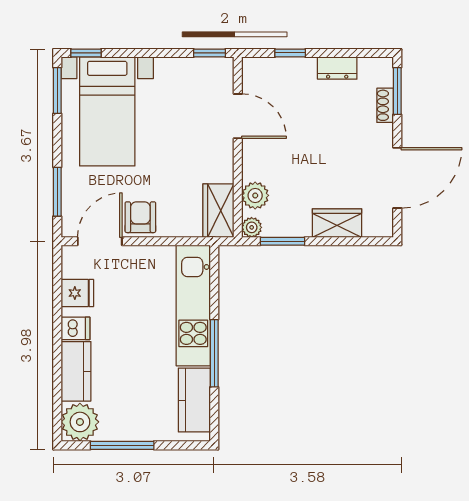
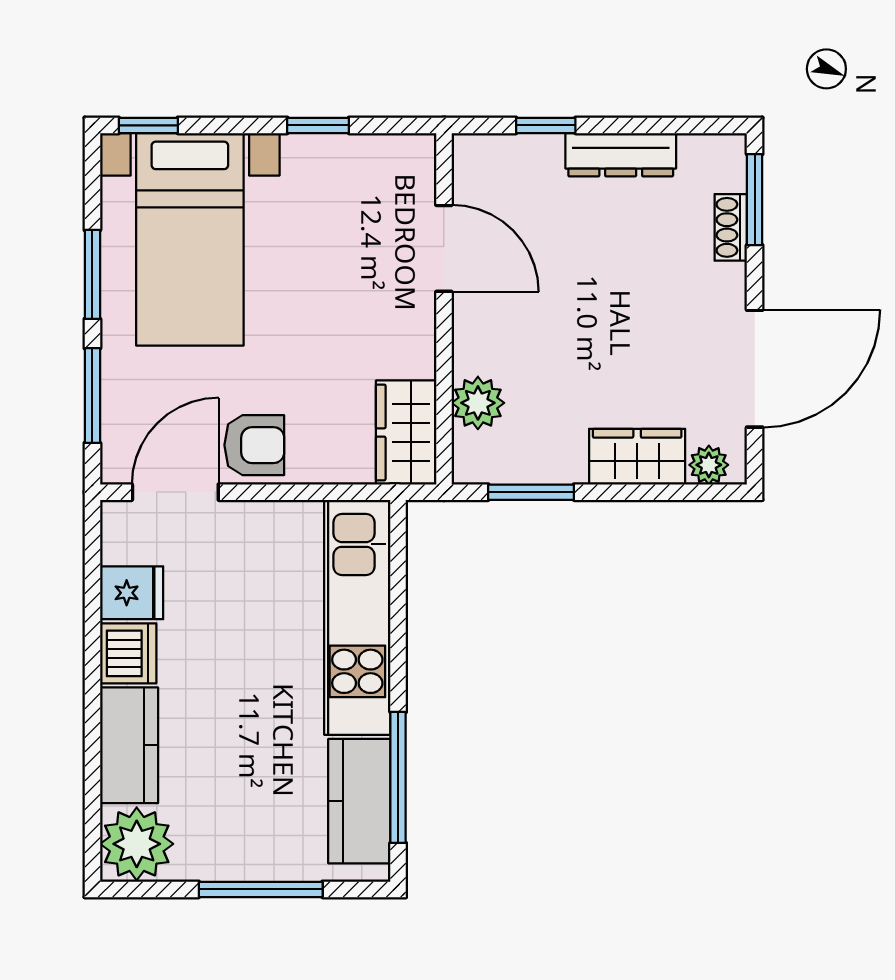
window: (209, 53) -> (318, 125), moved
dresser: (337, 68) -> (621, 155), width x1.44
window: (57, 90) -> (92, 274), moved
armchair: (140, 217) -> (254, 445), turned 90
plant: (252, 227) -> (709, 465), moved
dishwasher: (76, 328) -> (128, 653), width x1.38
window: (214, 353) -> (398, 777), moved
window: (122, 445) -> (261, 889), moved

